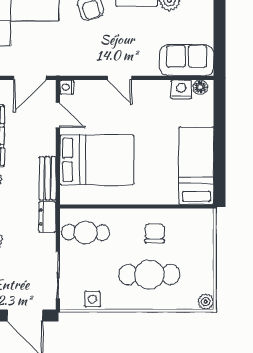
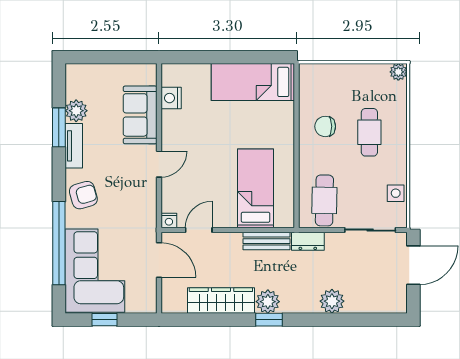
sofa: (187, 60) -> (140, 115), moved
floor lamp: (200, 87) -> (169, 78), removed
bed: (97, 160) -> (256, 188), width x0.67
cafe table: (149, 275) -> (369, 132), width x0.73, depth x0.74

